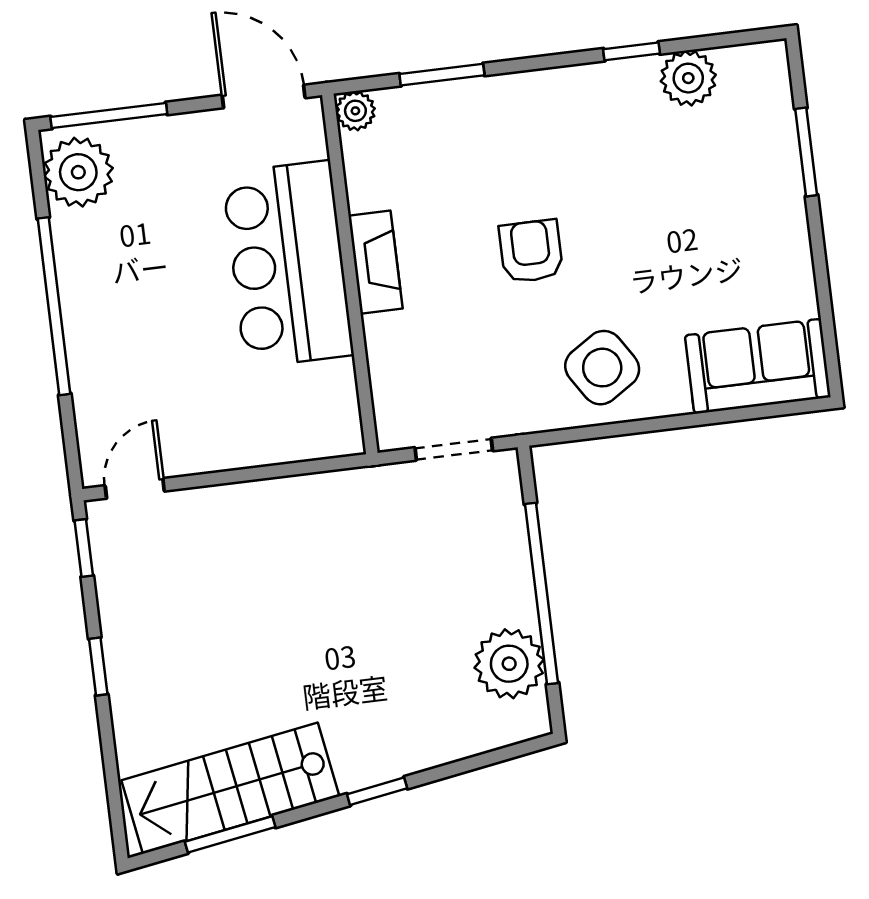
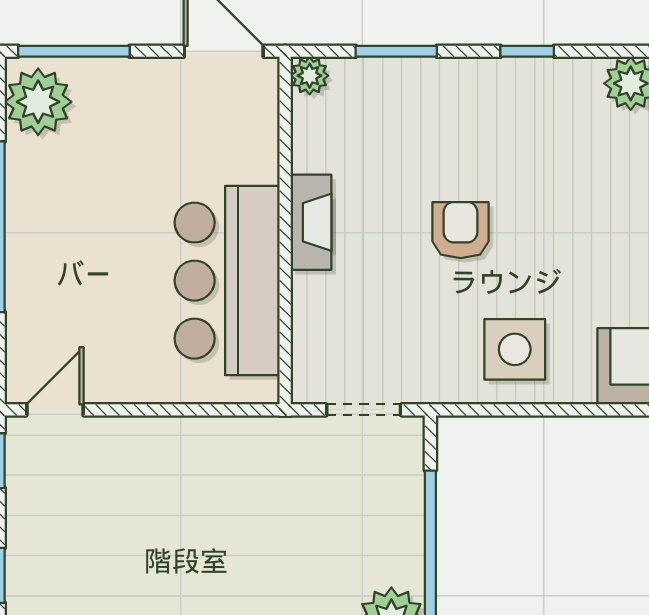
window: (632, 51) -> (527, 51), moved
bar counter: (288, 264) -> (227, 281), moved
side table: (602, 368) -> (515, 349), turned 33

